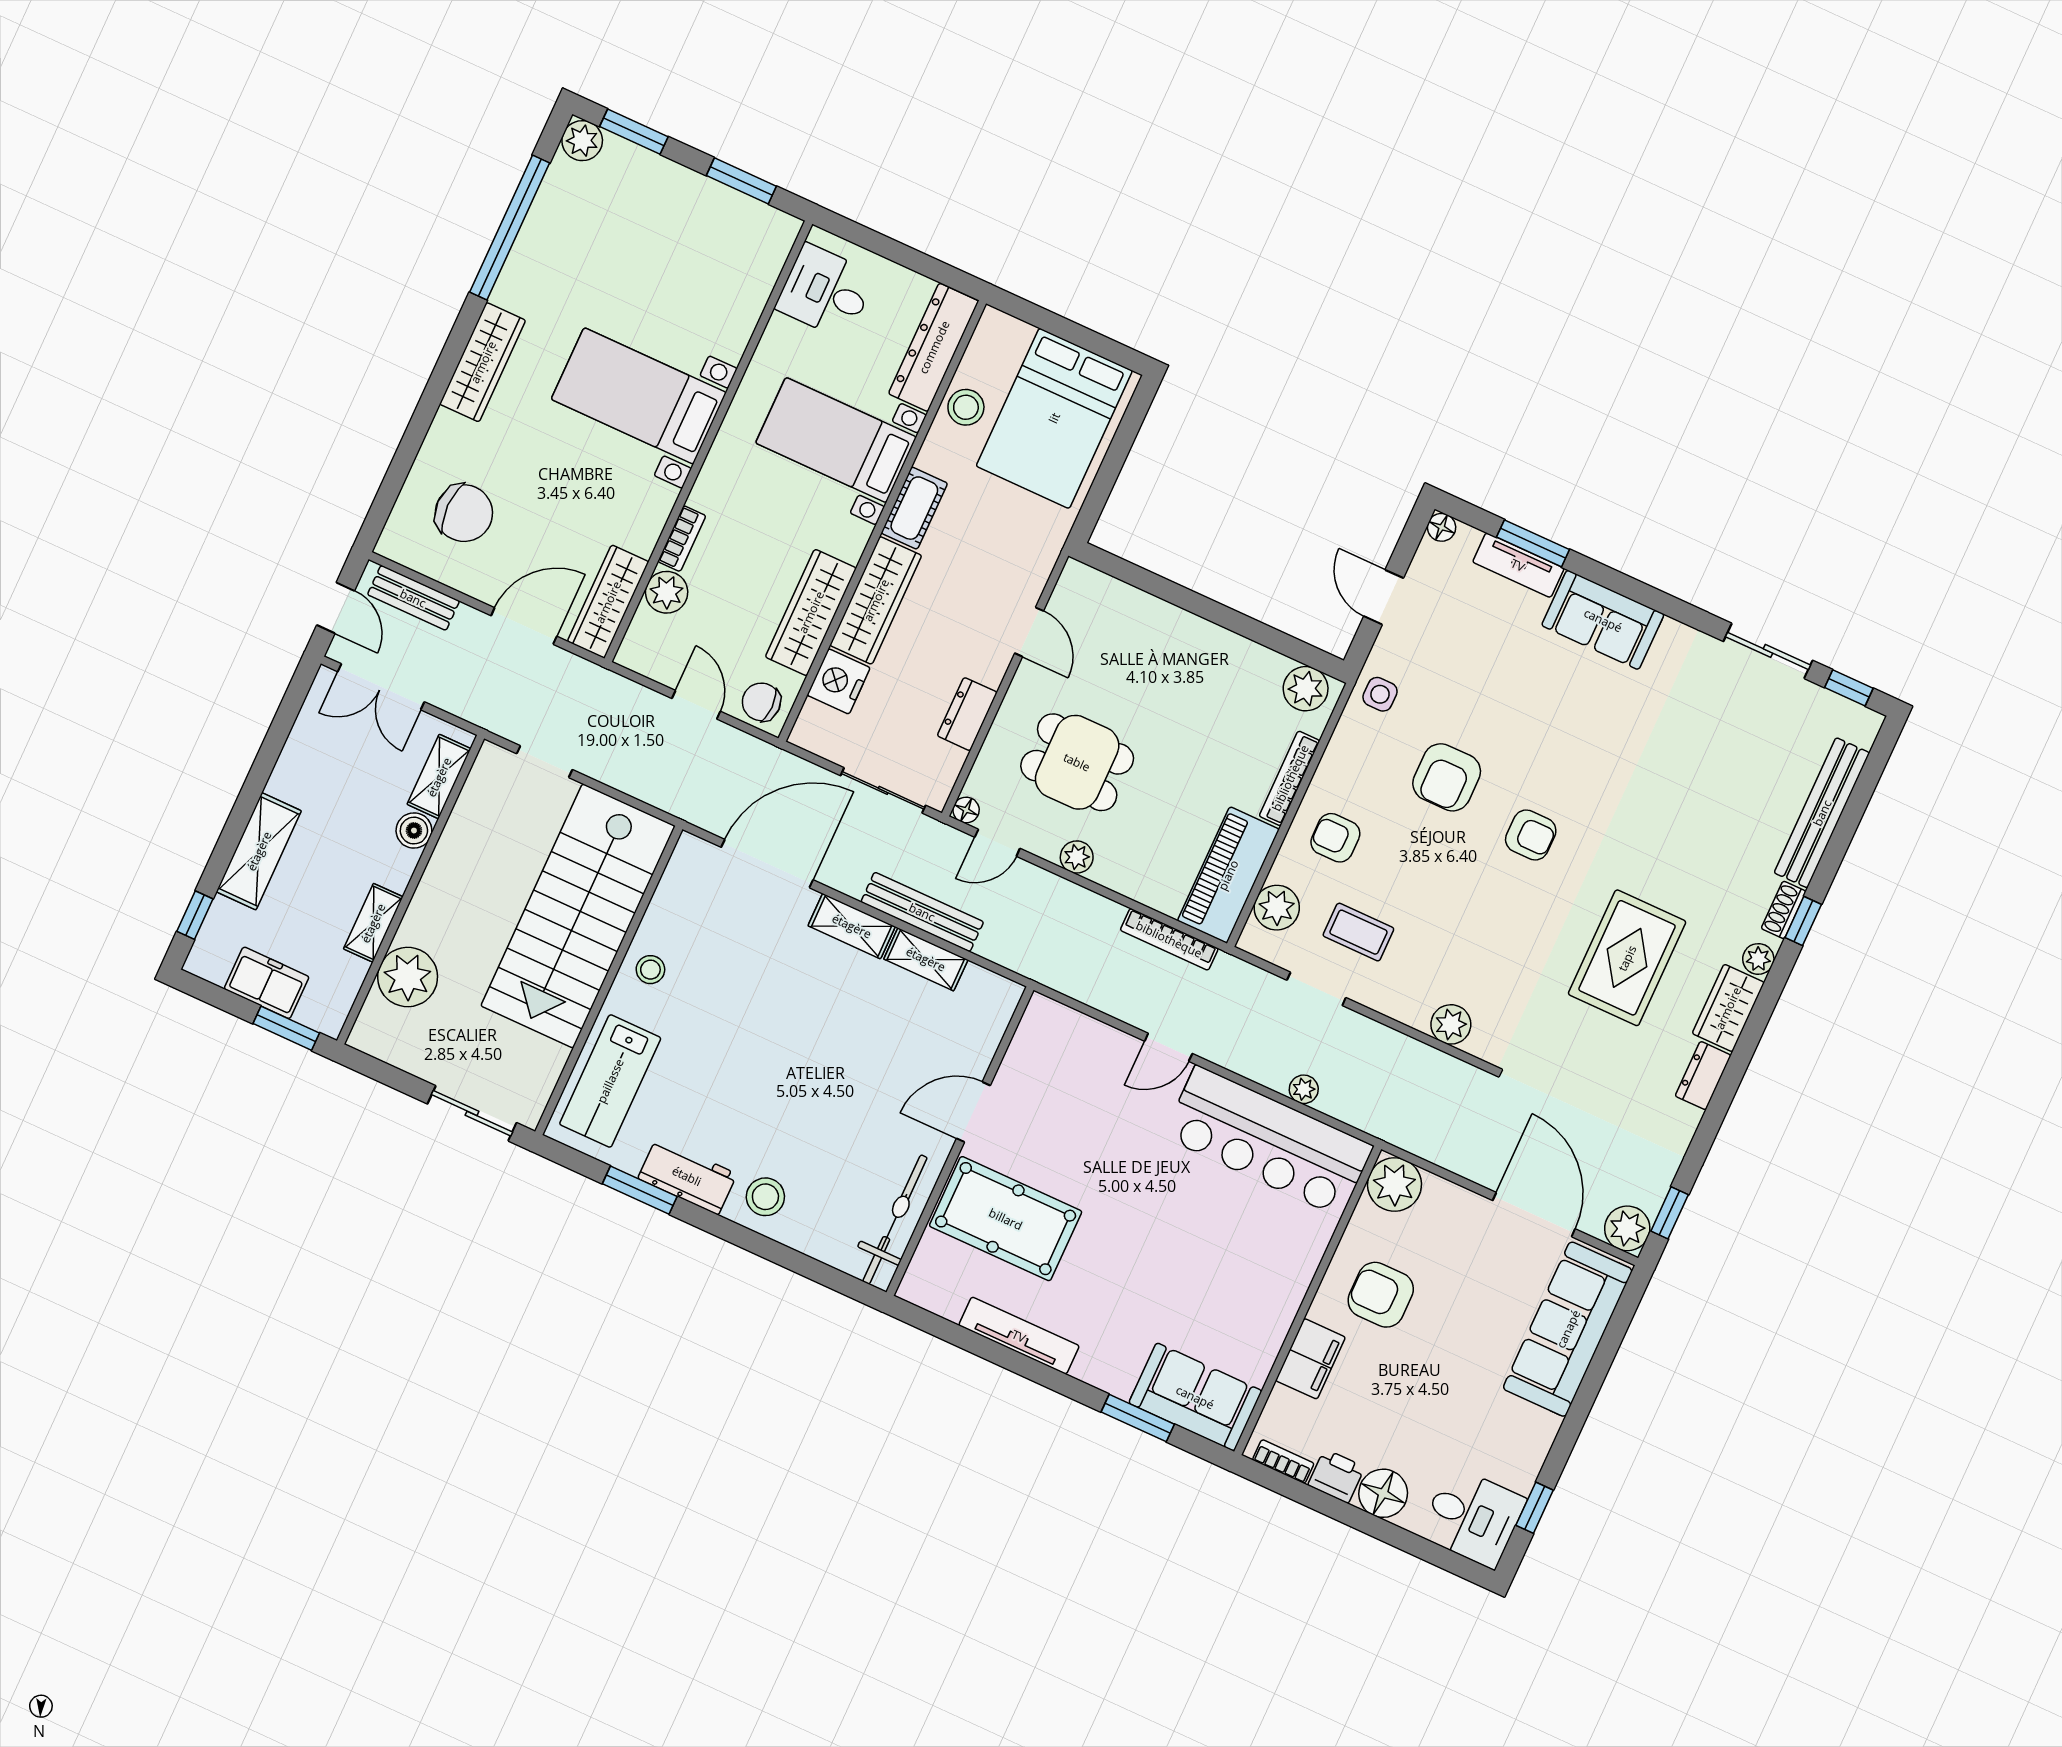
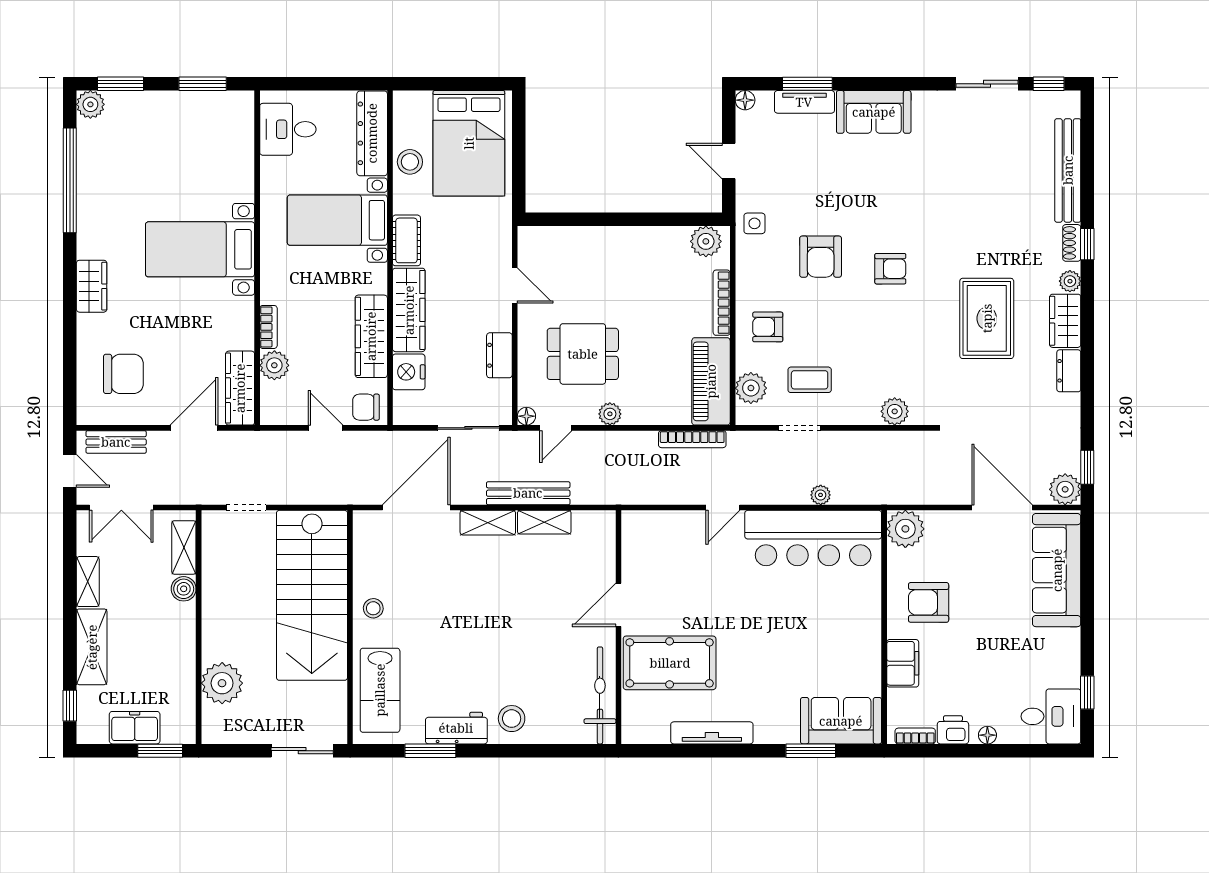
wardrobe: (483, 362) -> (92, 286), width x0.67
shelving: (373, 923) -> (88, 582), moved
floor lamp: (1383, 1493) -> (987, 735), width x0.53, depth x0.53

